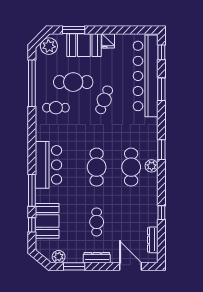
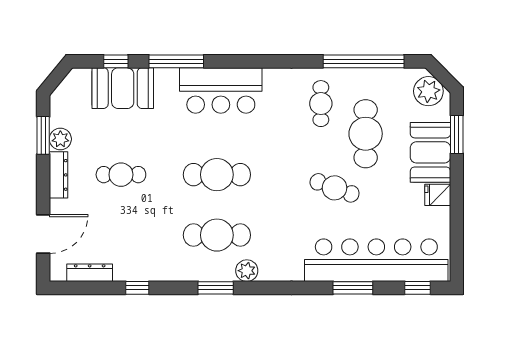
window: (161, 150) -> (216, 288), moved
plant: (152, 166) -> (247, 271), moved
plant: (59, 257) -> (60, 139), moved

